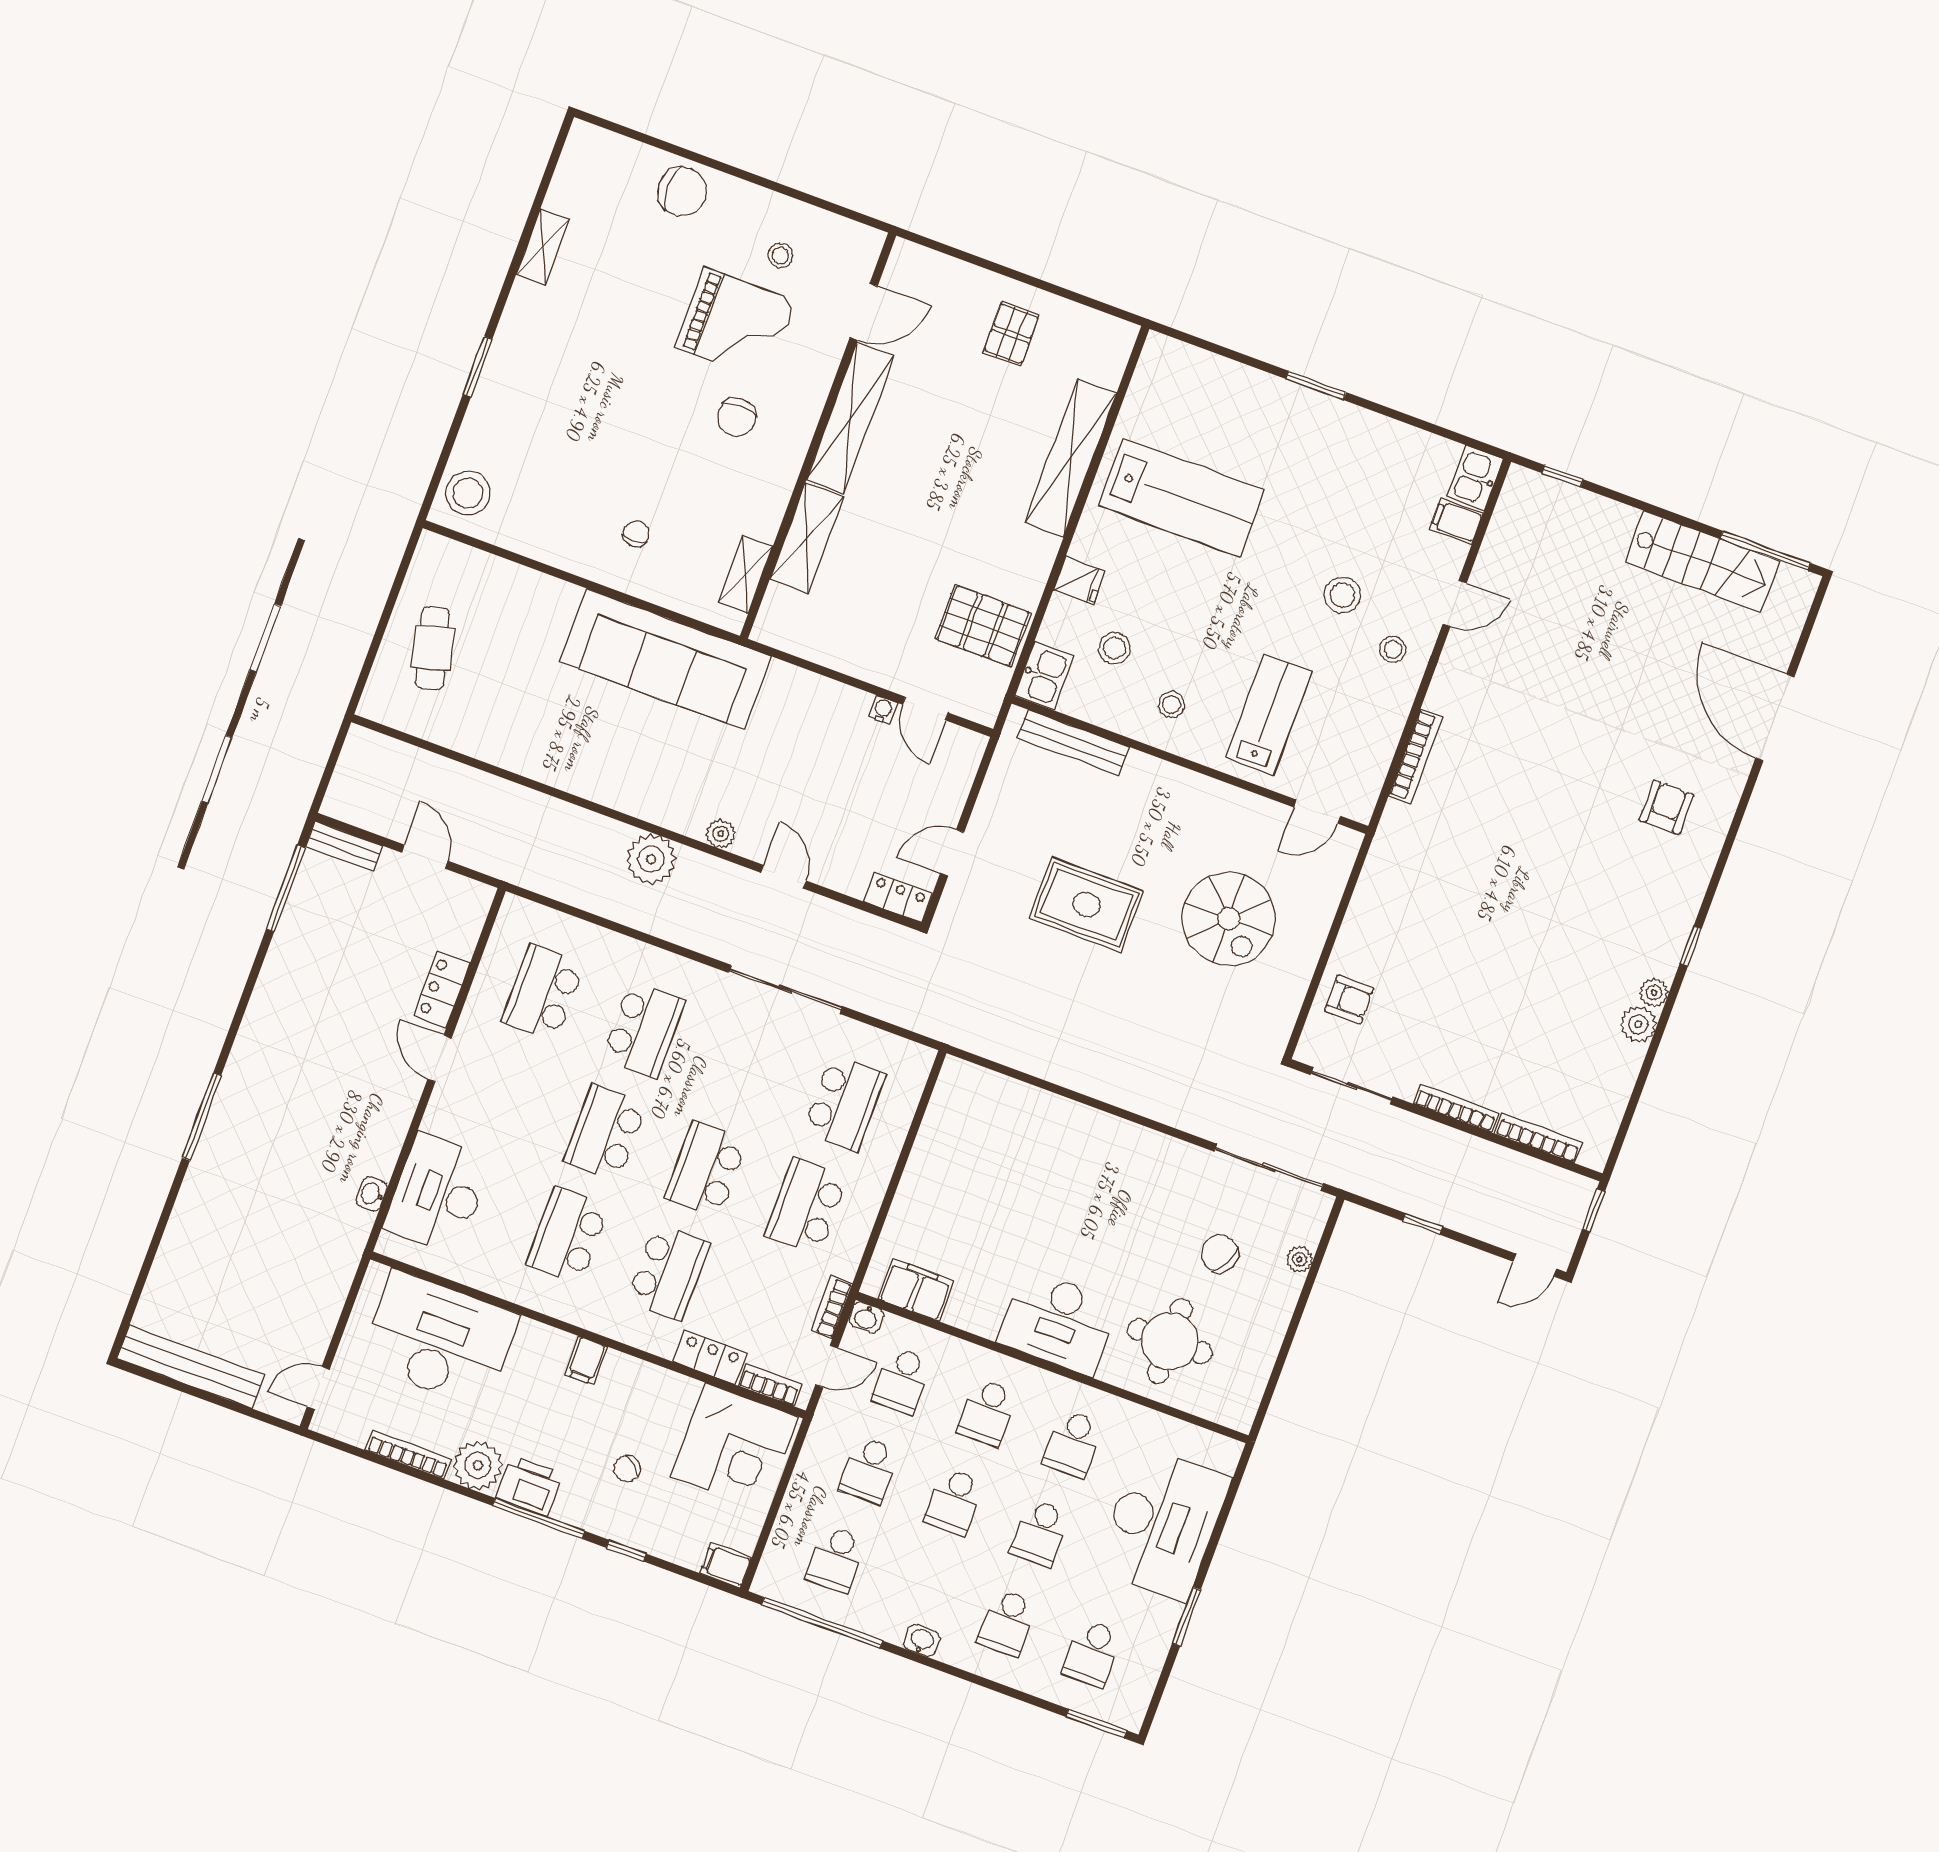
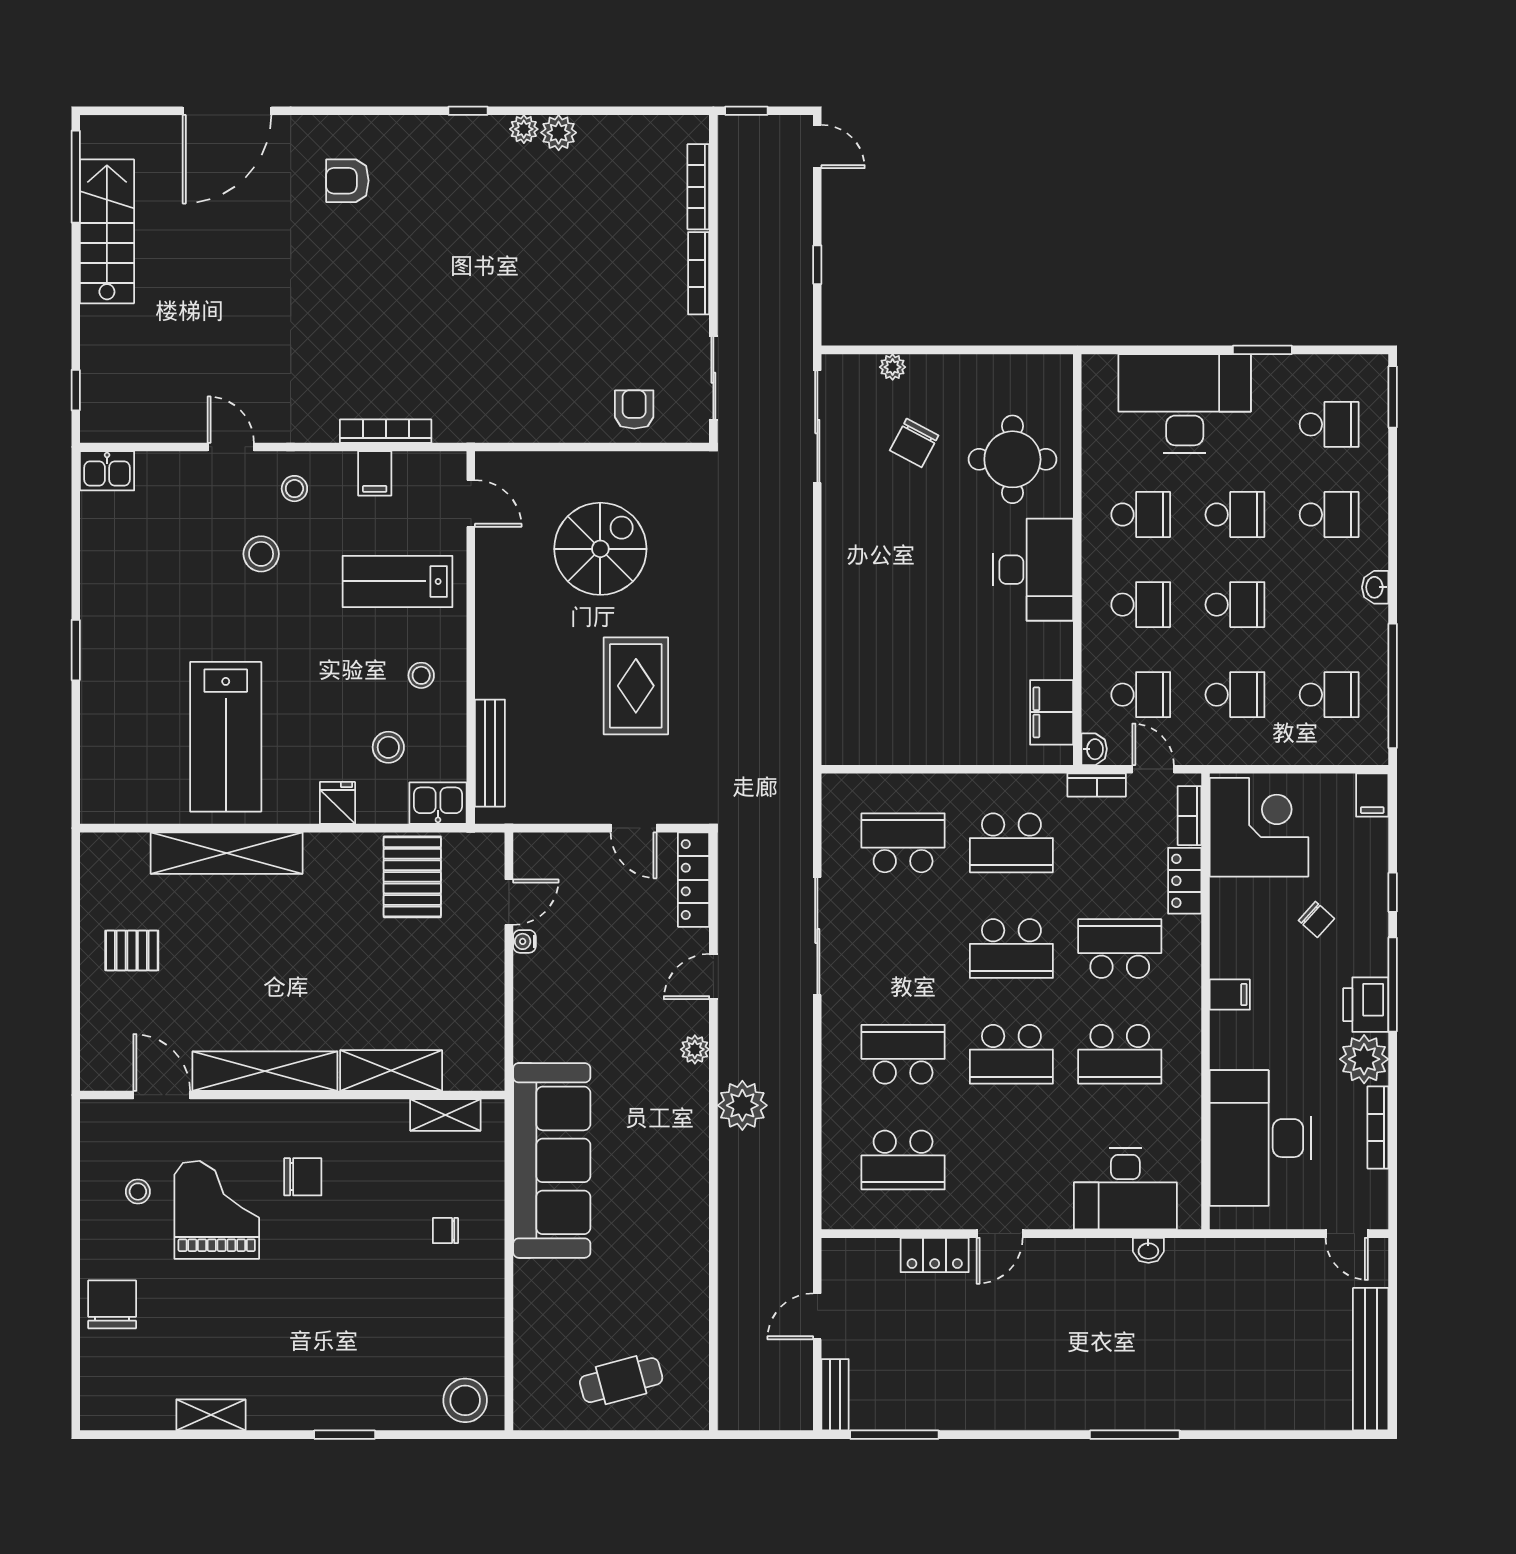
lab bench: (1181, 498) -> (226, 737), turned 180
filing cabinet: (1456, 521) -> (375, 473), moved
locker: (898, 897) -> (694, 880), width x1.53

